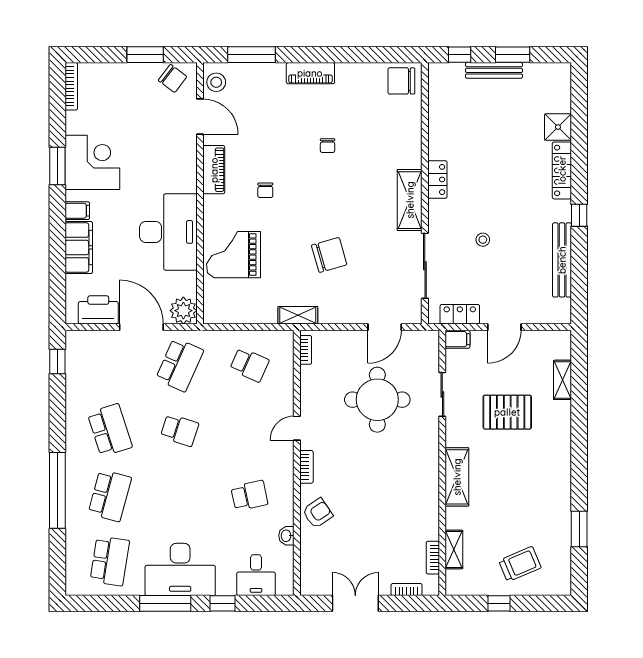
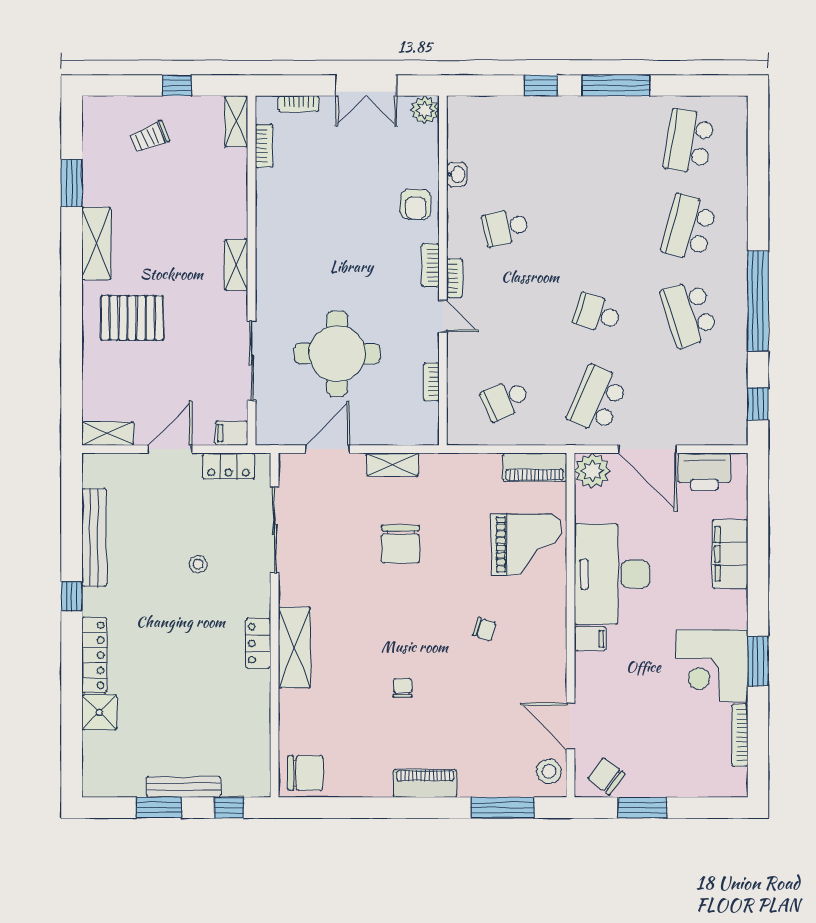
bookcase: (71, 86) -> (740, 735), moved
piano: (214, 170) -> (535, 467), moved, turned -90
chair: (265, 190) -> (484, 629), turned 109
shelving: (410, 200) -> (294, 647), moved
filing cabinet: (77, 211) -> (590, 639), moved, turned 180
chair: (329, 255) -> (400, 544), turned -74
shelving: (298, 315) -> (392, 465), moved
bookcase: (306, 350) -> (431, 382), moved
school desk: (249, 365) -> (505, 400), turned -48
shelving: (562, 380) -> (108, 434), moved, turned 90
sliding door: (442, 394) -> (252, 360), width x1.37
pallet: (507, 412) -> (132, 318), moved
door: (297, 428) -> (443, 316), hinge flipped
bookcase: (288, 457) -> (455, 278), added
shelving: (457, 477) -> (236, 265), width x0.67, depth x0.75
shelving: (560, 483) -> (96, 243), added
window: (57, 490) -> (758, 301), moved
armchair: (318, 513) -> (416, 204), turned -56
shelving: (454, 549) -> (236, 121), moved
trolley: (520, 564) -> (149, 137), width x0.73, depth x0.72
desk: (180, 569) -> (596, 130), removed
desk: (256, 575) -> (497, 123), removed
plant: (311, 585) -> (425, 110), added

